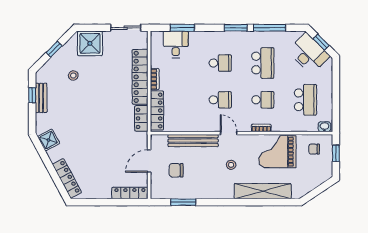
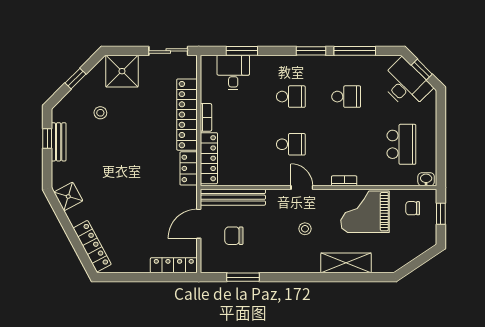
school desk: (263, 63) -> (346, 97), width x0.54
school desk: (263, 100) -> (346, 144), removed
bench: (193, 141) -> (233, 197), moved
shelving: (263, 191) -> (346, 263), width x0.68

